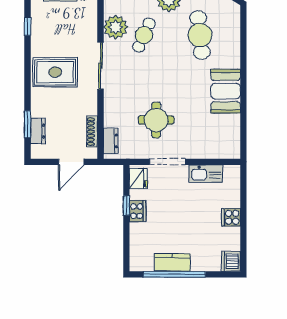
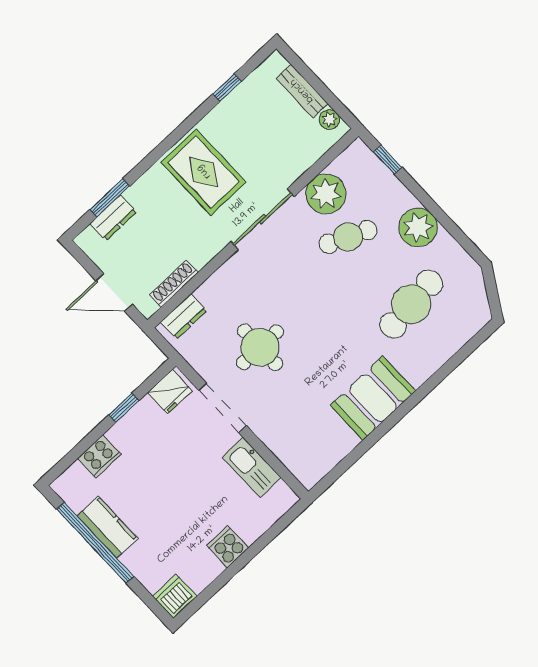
cooker: (138, 211) -> (99, 456), moved

